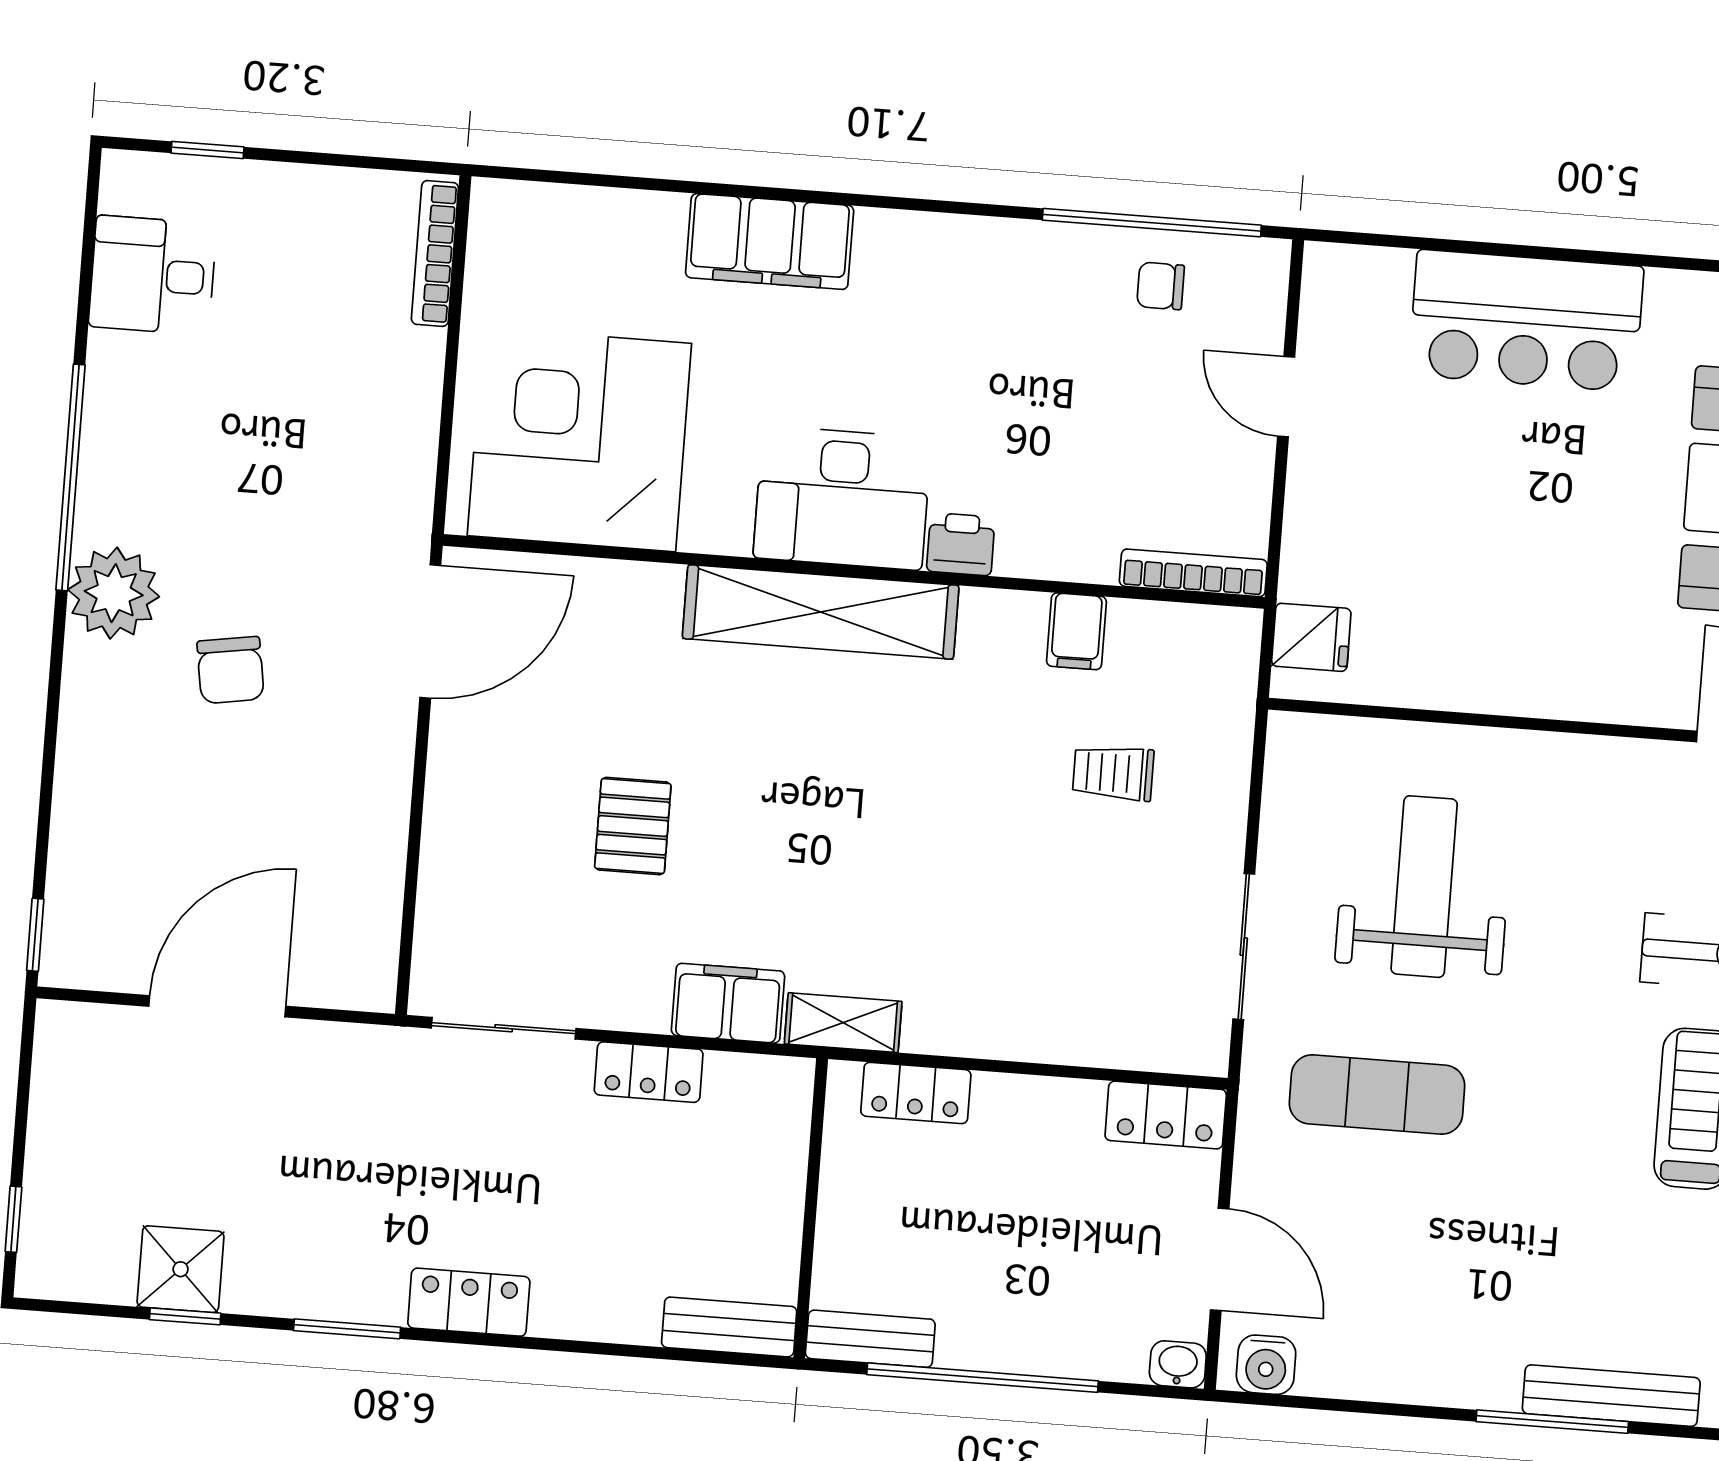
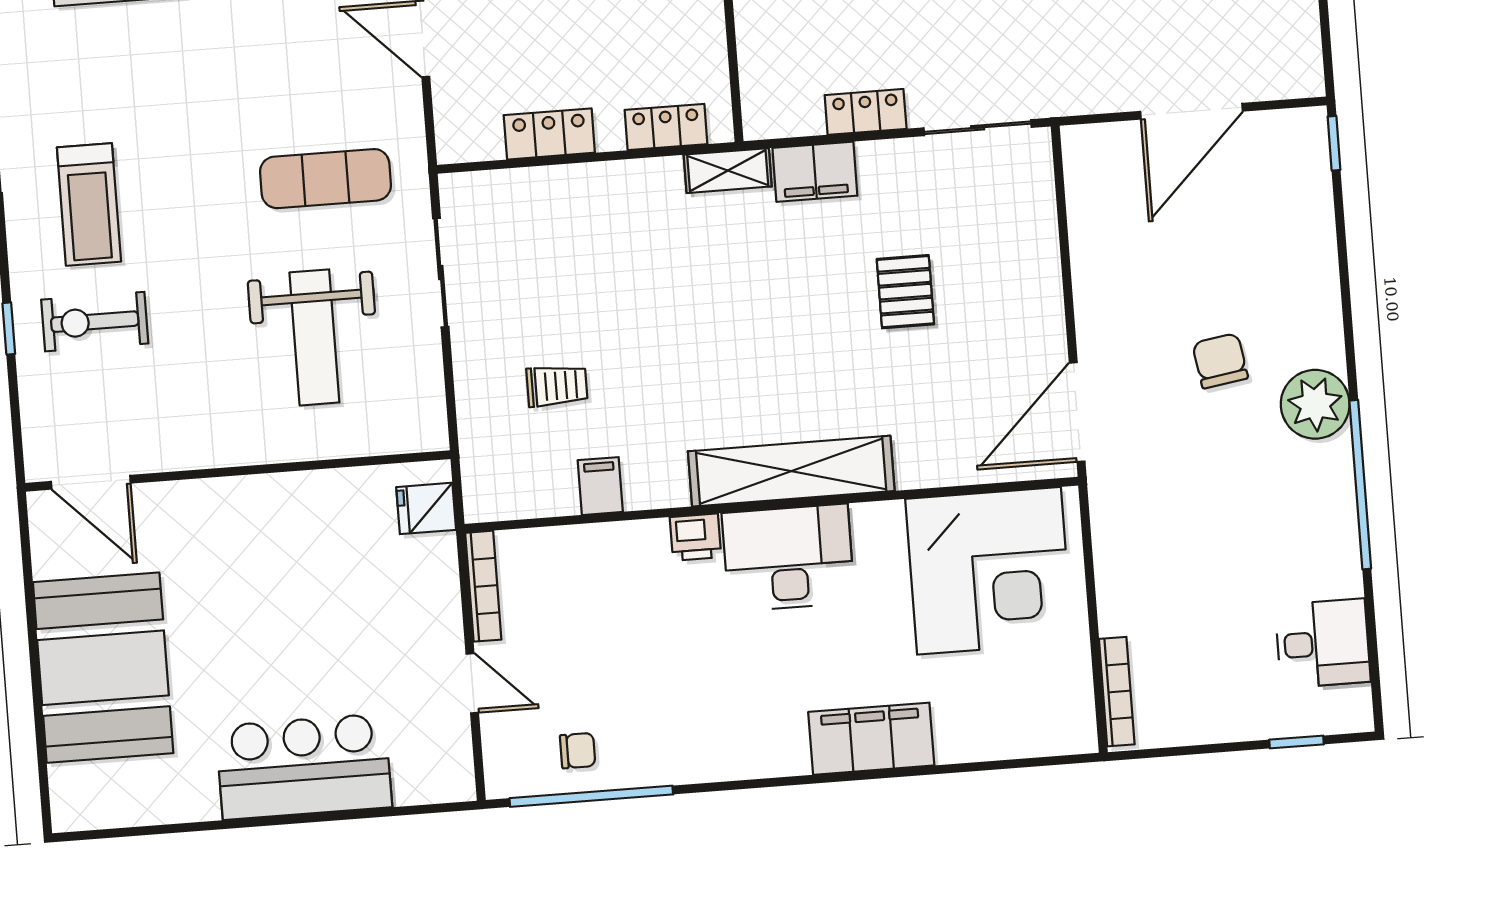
bookcase: (1193, 573) -> (483, 586), moved, turned -90
locker: (1166, 1115) -> (549, 134), moved

